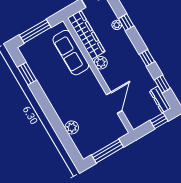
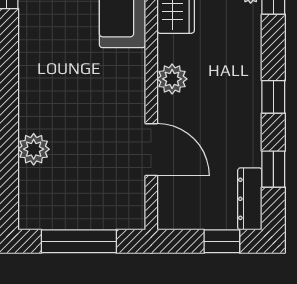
plant: (101, 63) -> (172, 79), moved
door: (114, 103) -> (151, 150), hinge flipped

